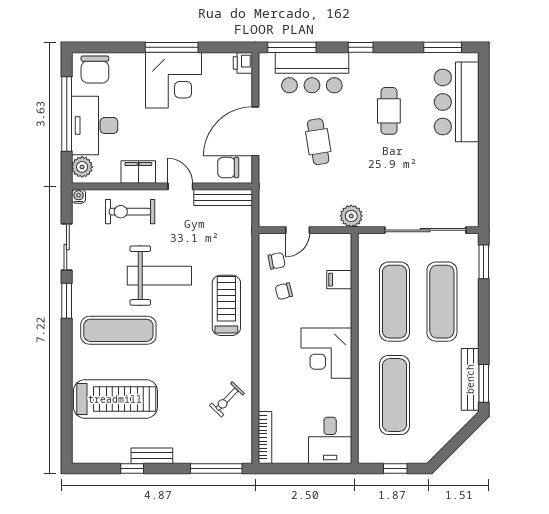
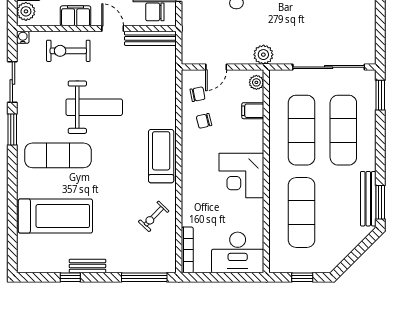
plant: (343, 247) -> (256, 82), added
treadmill: (226, 305) -> (161, 156), moved
desk: (330, 440) -> (238, 252), width x1.37

